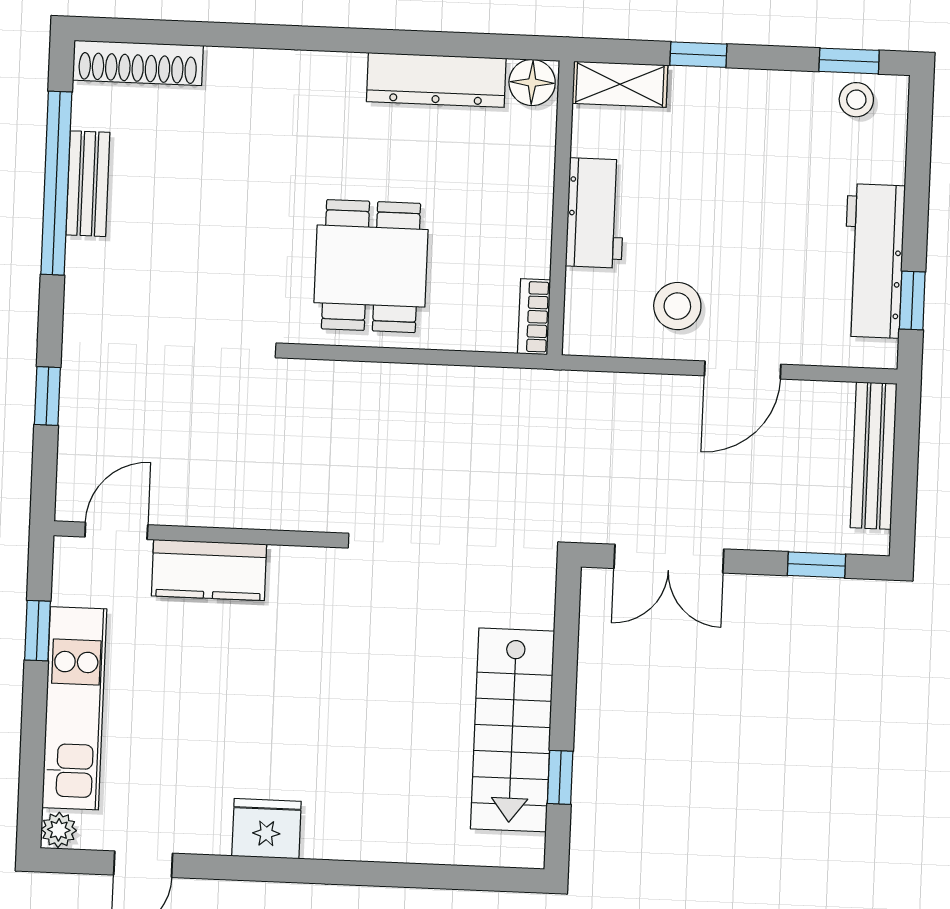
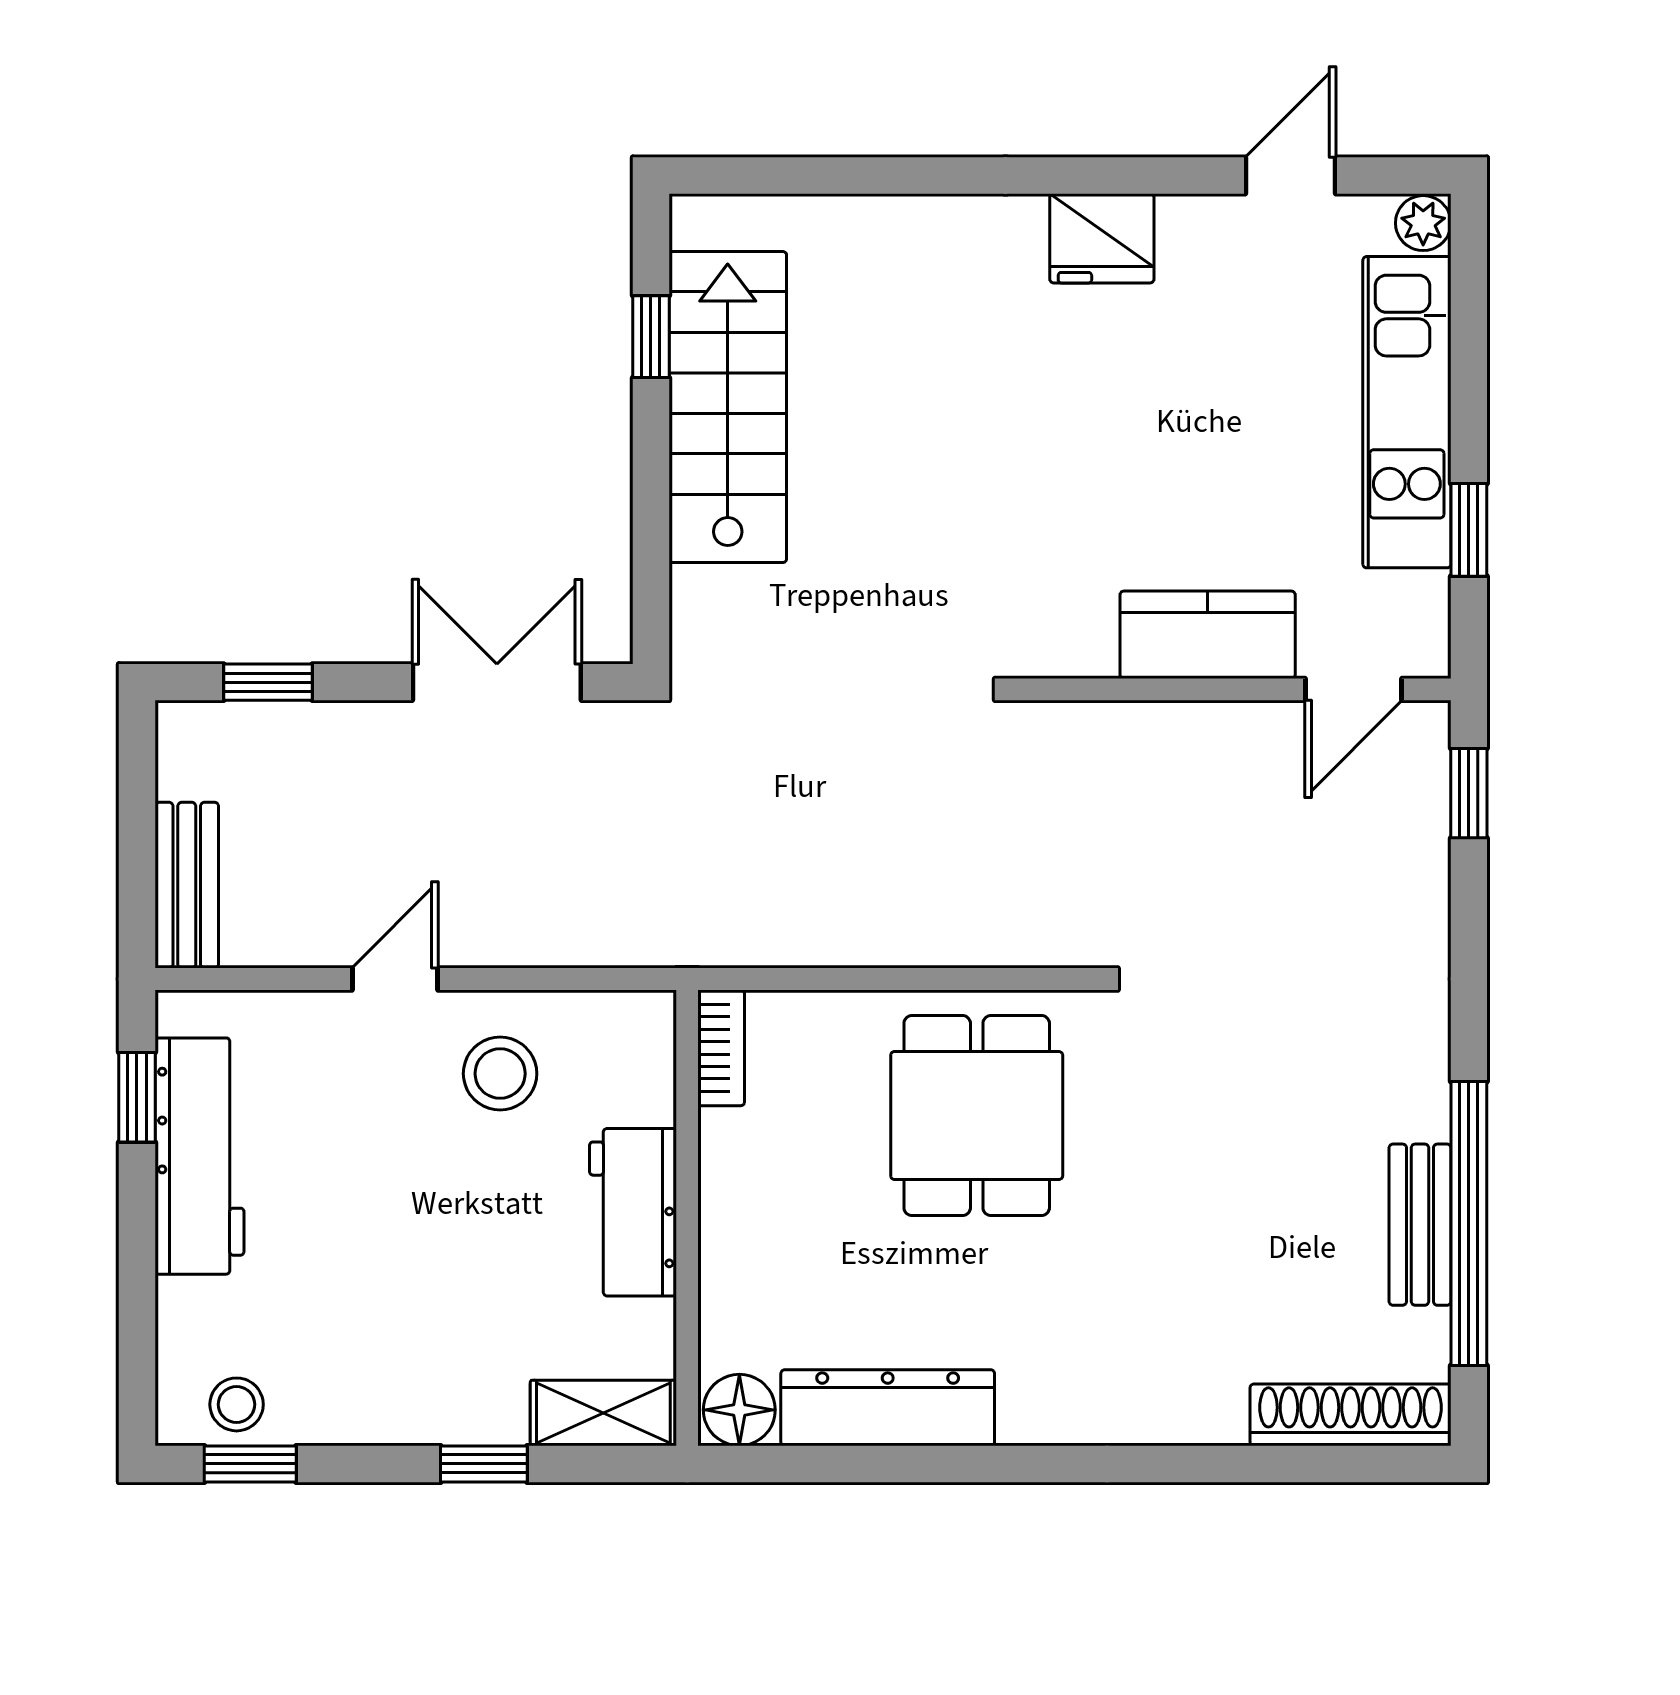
door: (743, 370) -> (395, 979), width x0.73
window: (47, 396) -> (1469, 793), moved
bench: (874, 456) -> (187, 885), width x0.73

